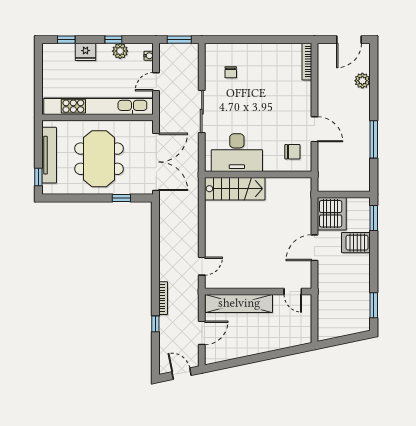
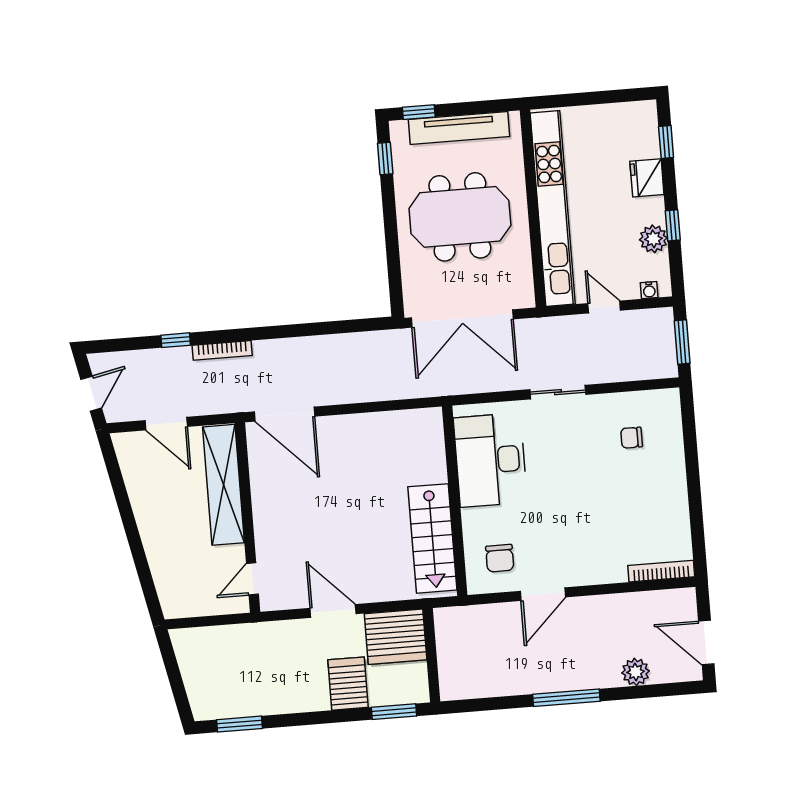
sliding door: (202, 112) -> (558, 392), width x0.73
window: (374, 139) -> (566, 698), moved
stairs: (235, 189) -> (432, 538), moved
window: (121, 198) -> (385, 158), moved
door: (202, 266) -> (284, 414), width x1.88

